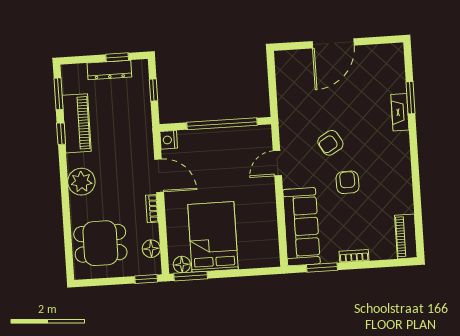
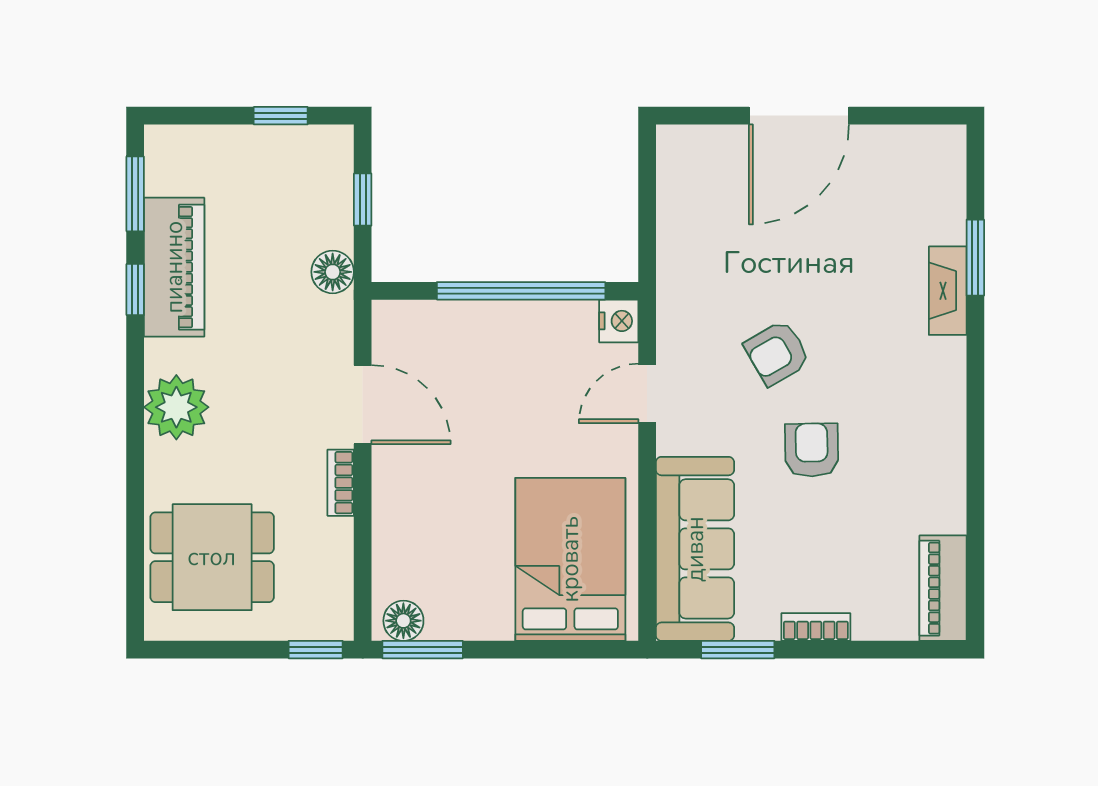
dresser: (109, 70) -> (260, 145), removed
nightstand: (169, 140) -> (619, 321), moved, turned 180
bed: (213, 237) -> (570, 559), moved
floor lamp: (151, 249) -> (333, 272), moved

